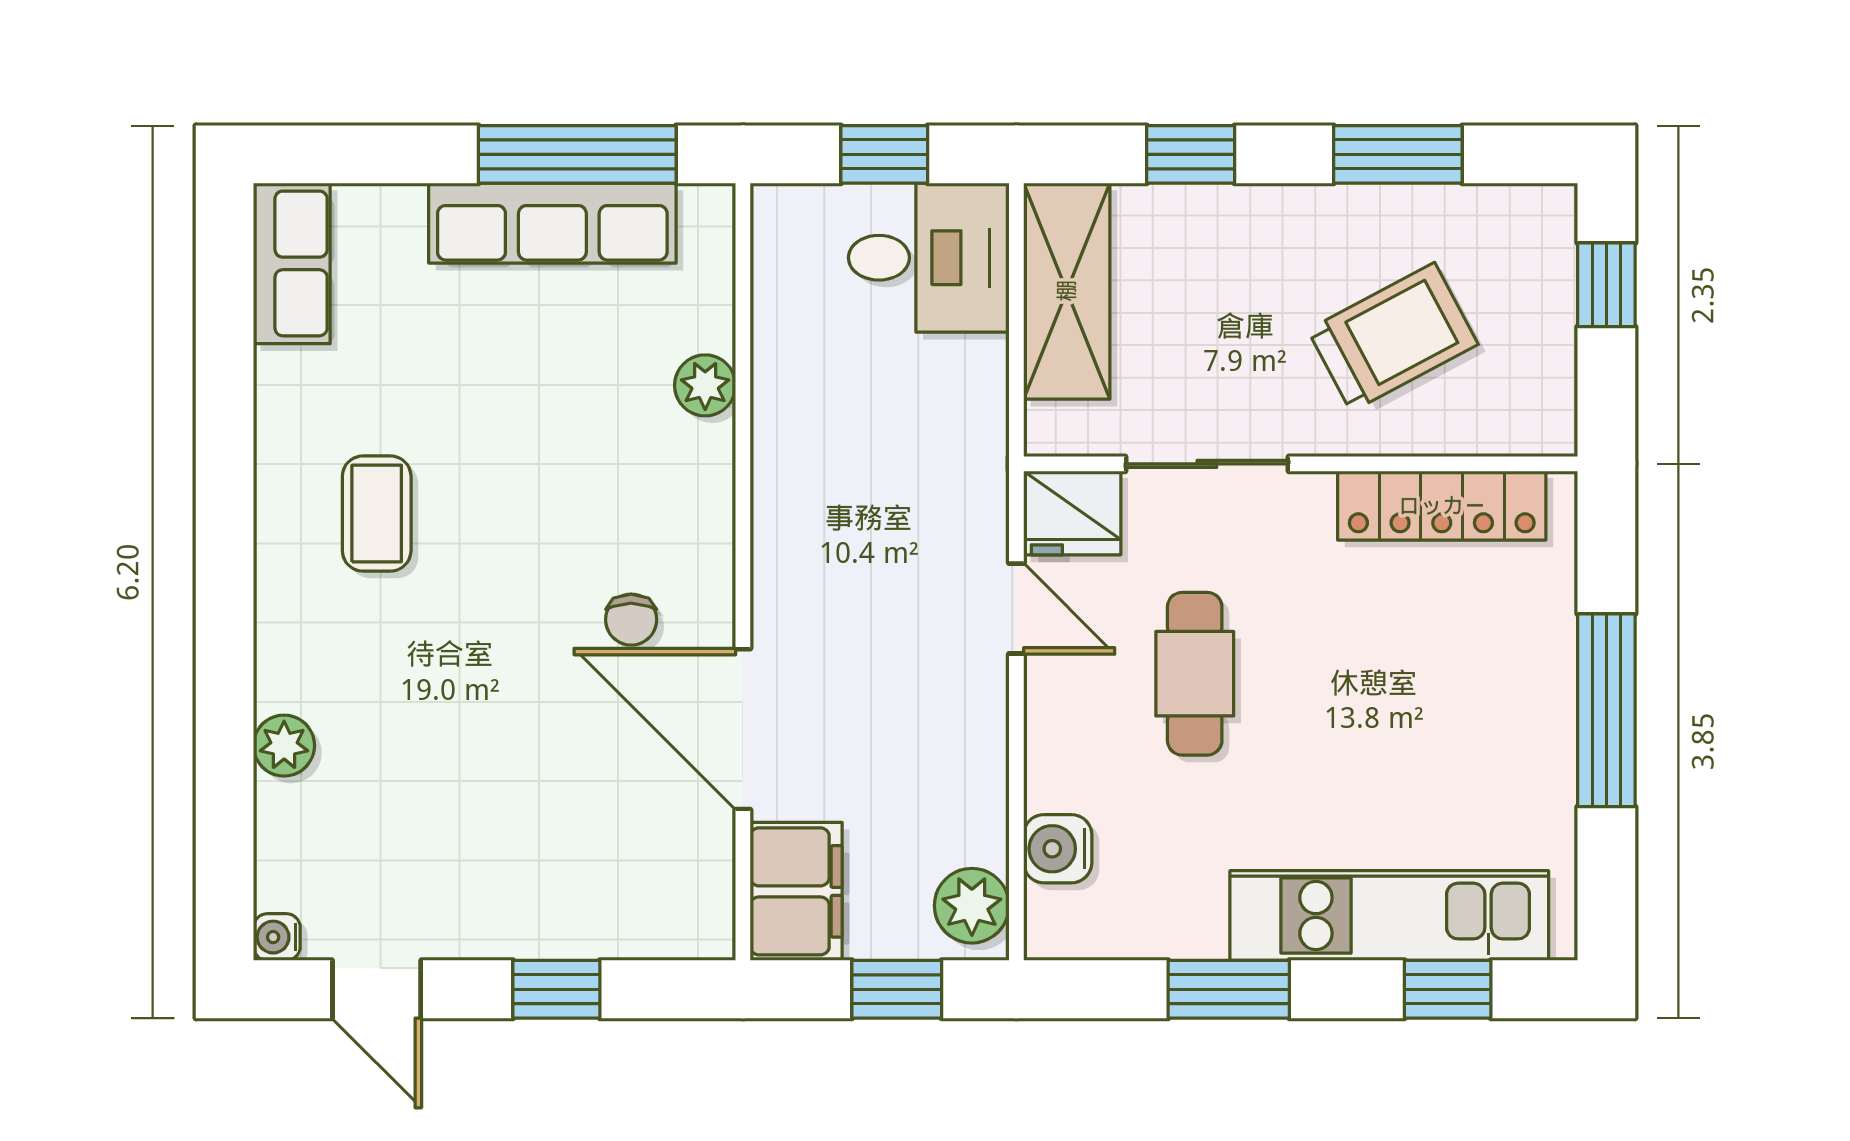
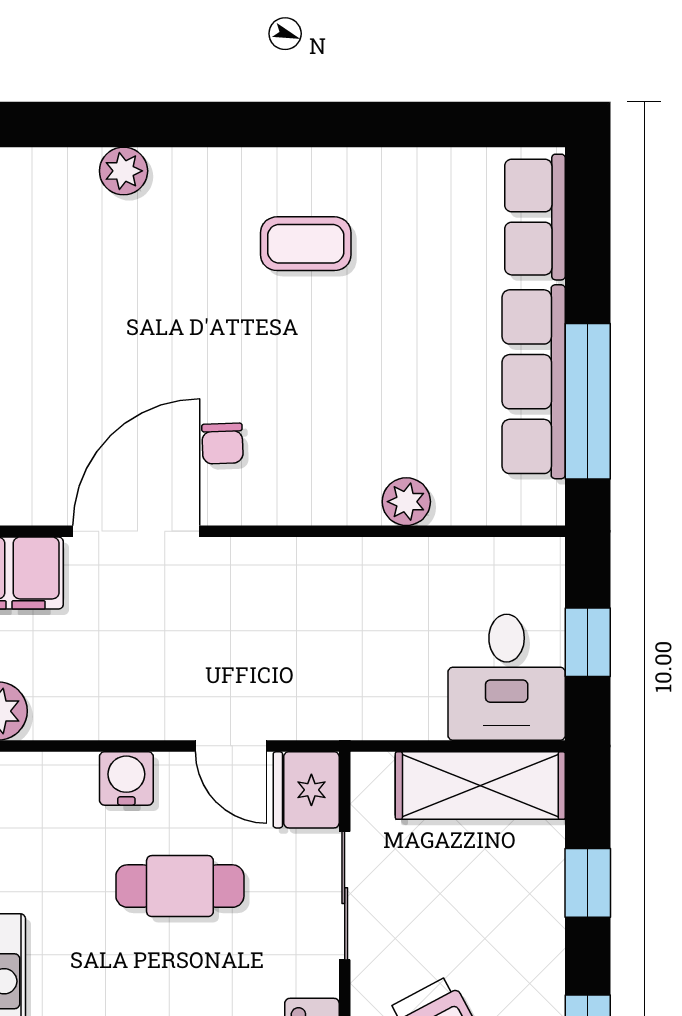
row of seats: (292, 263) -> (535, 217), moved, turned 90
door: (1016, 609) -> (231, 746), hinge flipped
chair: (631, 620) -> (222, 444), turned -92
water cooler: (1058, 849) -> (126, 778), moved

